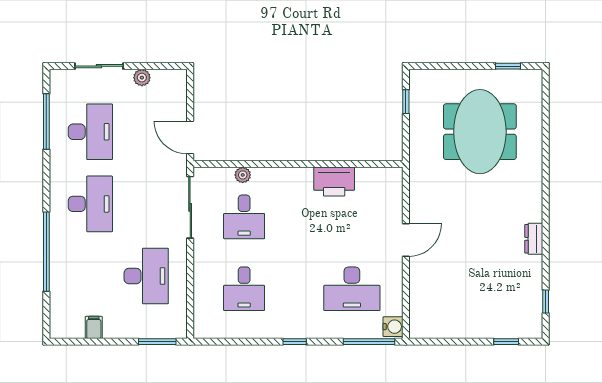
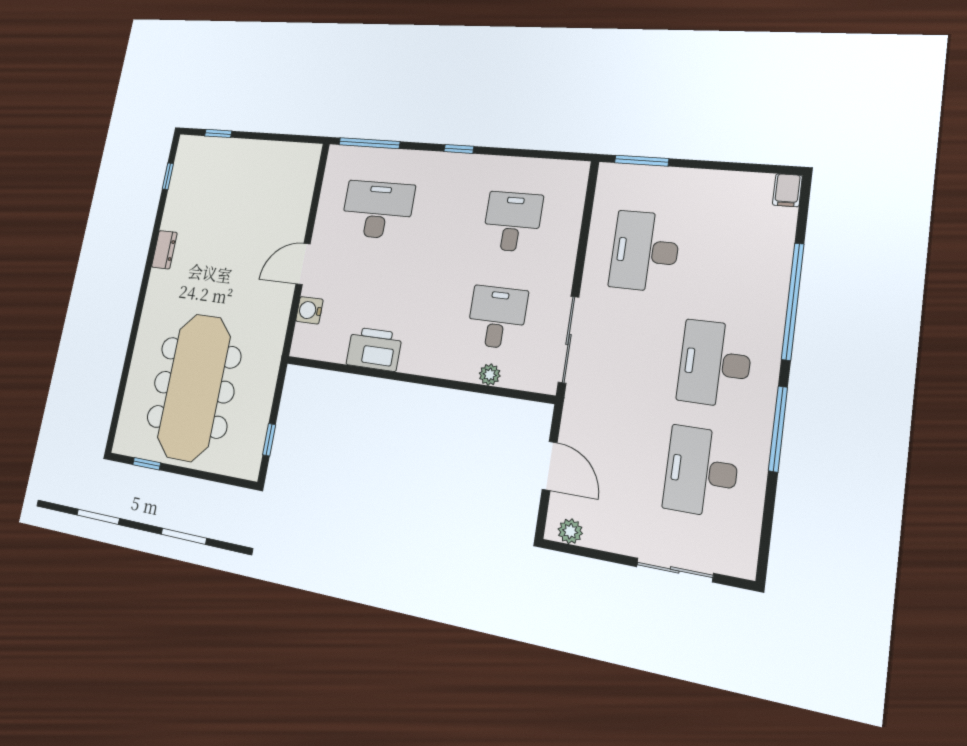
plant: (142, 78) -> (570, 531), moved
window: (46, 122) -> (778, 429), moved
meeting table: (480, 132) -> (194, 387), width x1.36
door: (190, 138) -> (550, 466), moved
filing cabinet: (94, 327) -> (787, 190), moved
water cooler: (393, 327) -> (309, 310), moved

